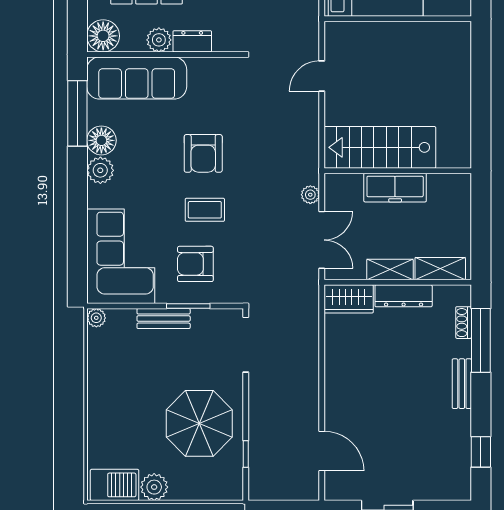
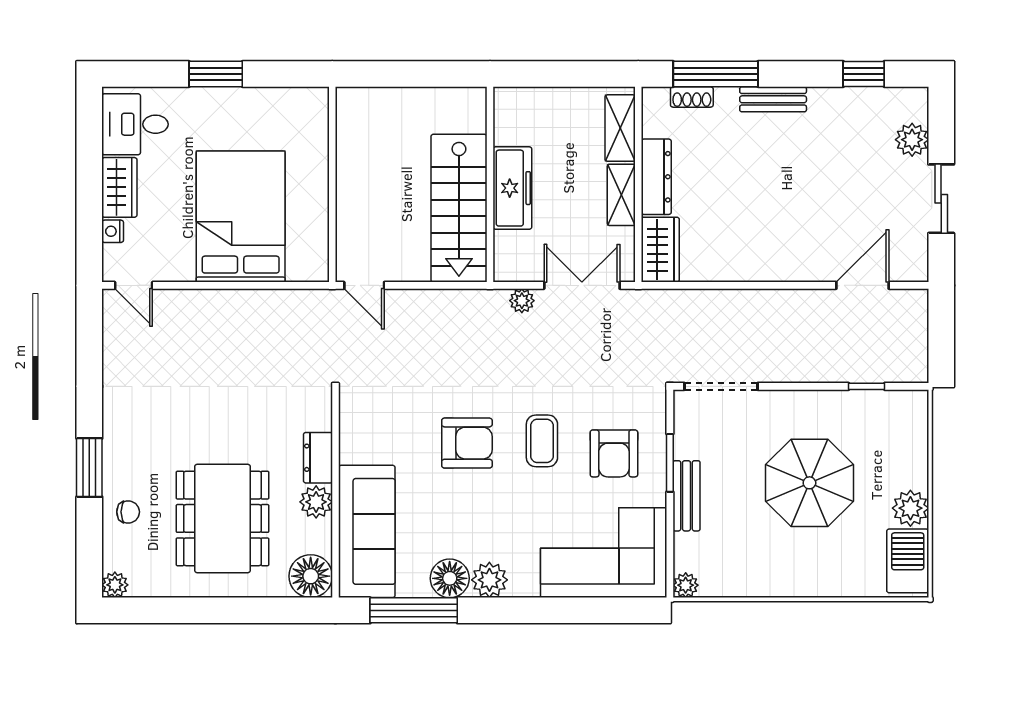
wall: (398, 19) -> (332, 184), moved
parasol: (199, 423) -> (809, 483), moved
plant: (431, 488) -> (912, 140), added

